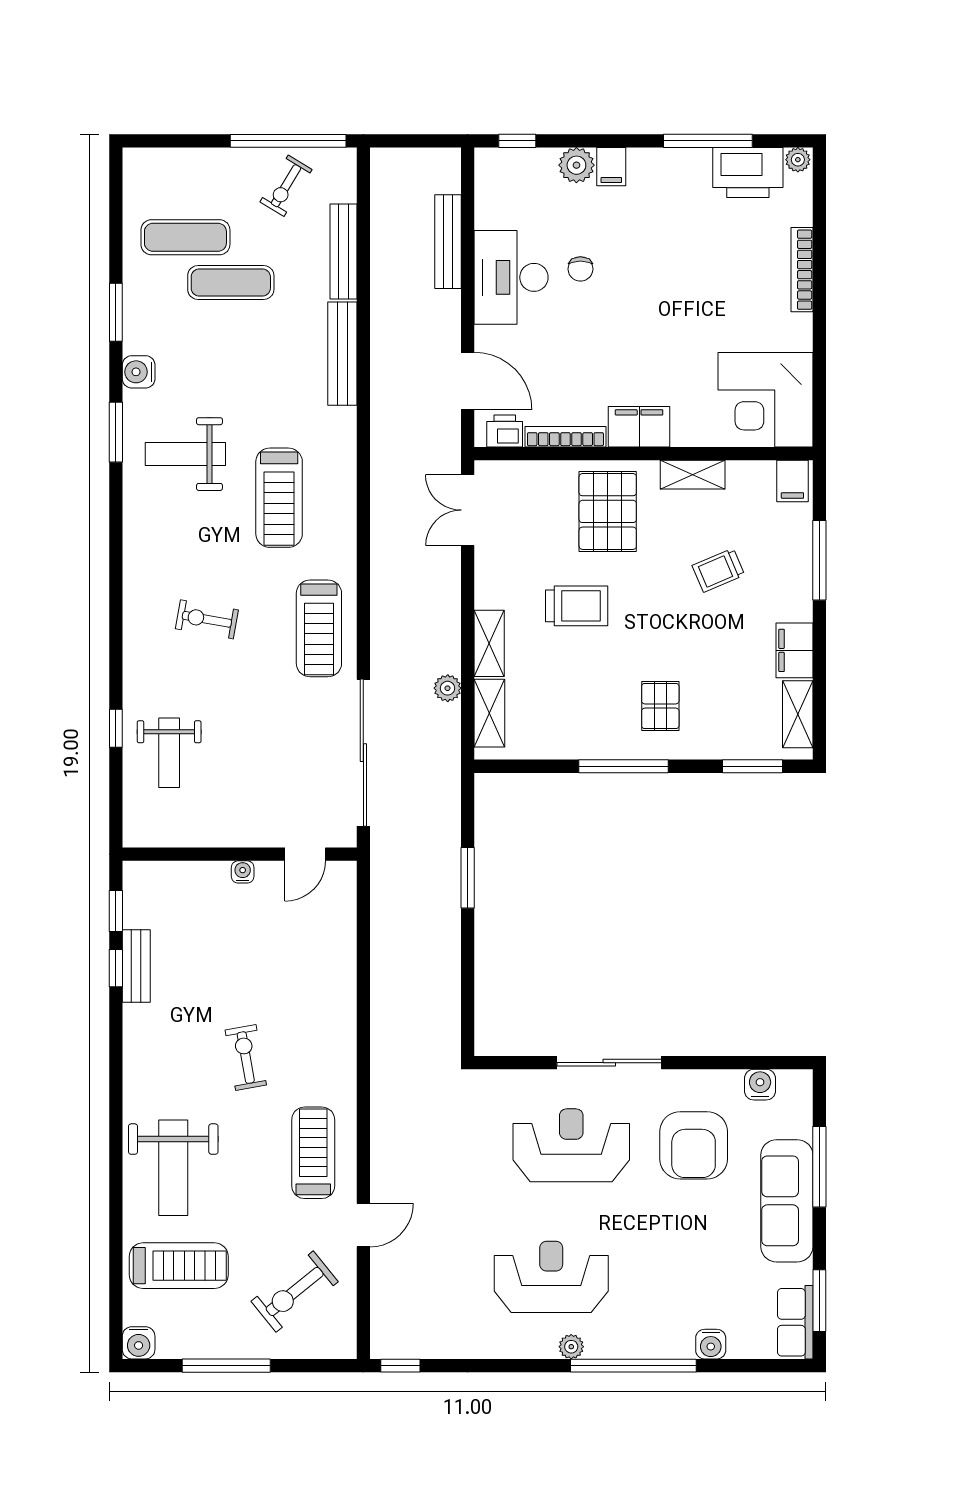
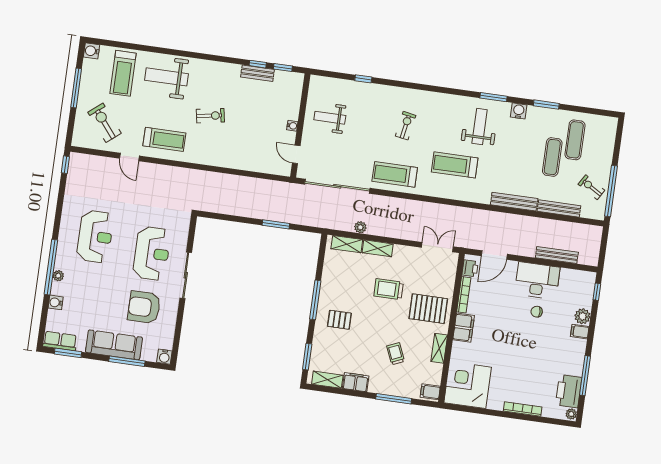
trolley: (577, 606) -> (389, 289), turned 90
weight bench: (169, 753) -> (330, 118), moved
water cooler: (760, 1085) -> (164, 357), moved, turned 90
plant: (571, 1347) -> (58, 276), moved

